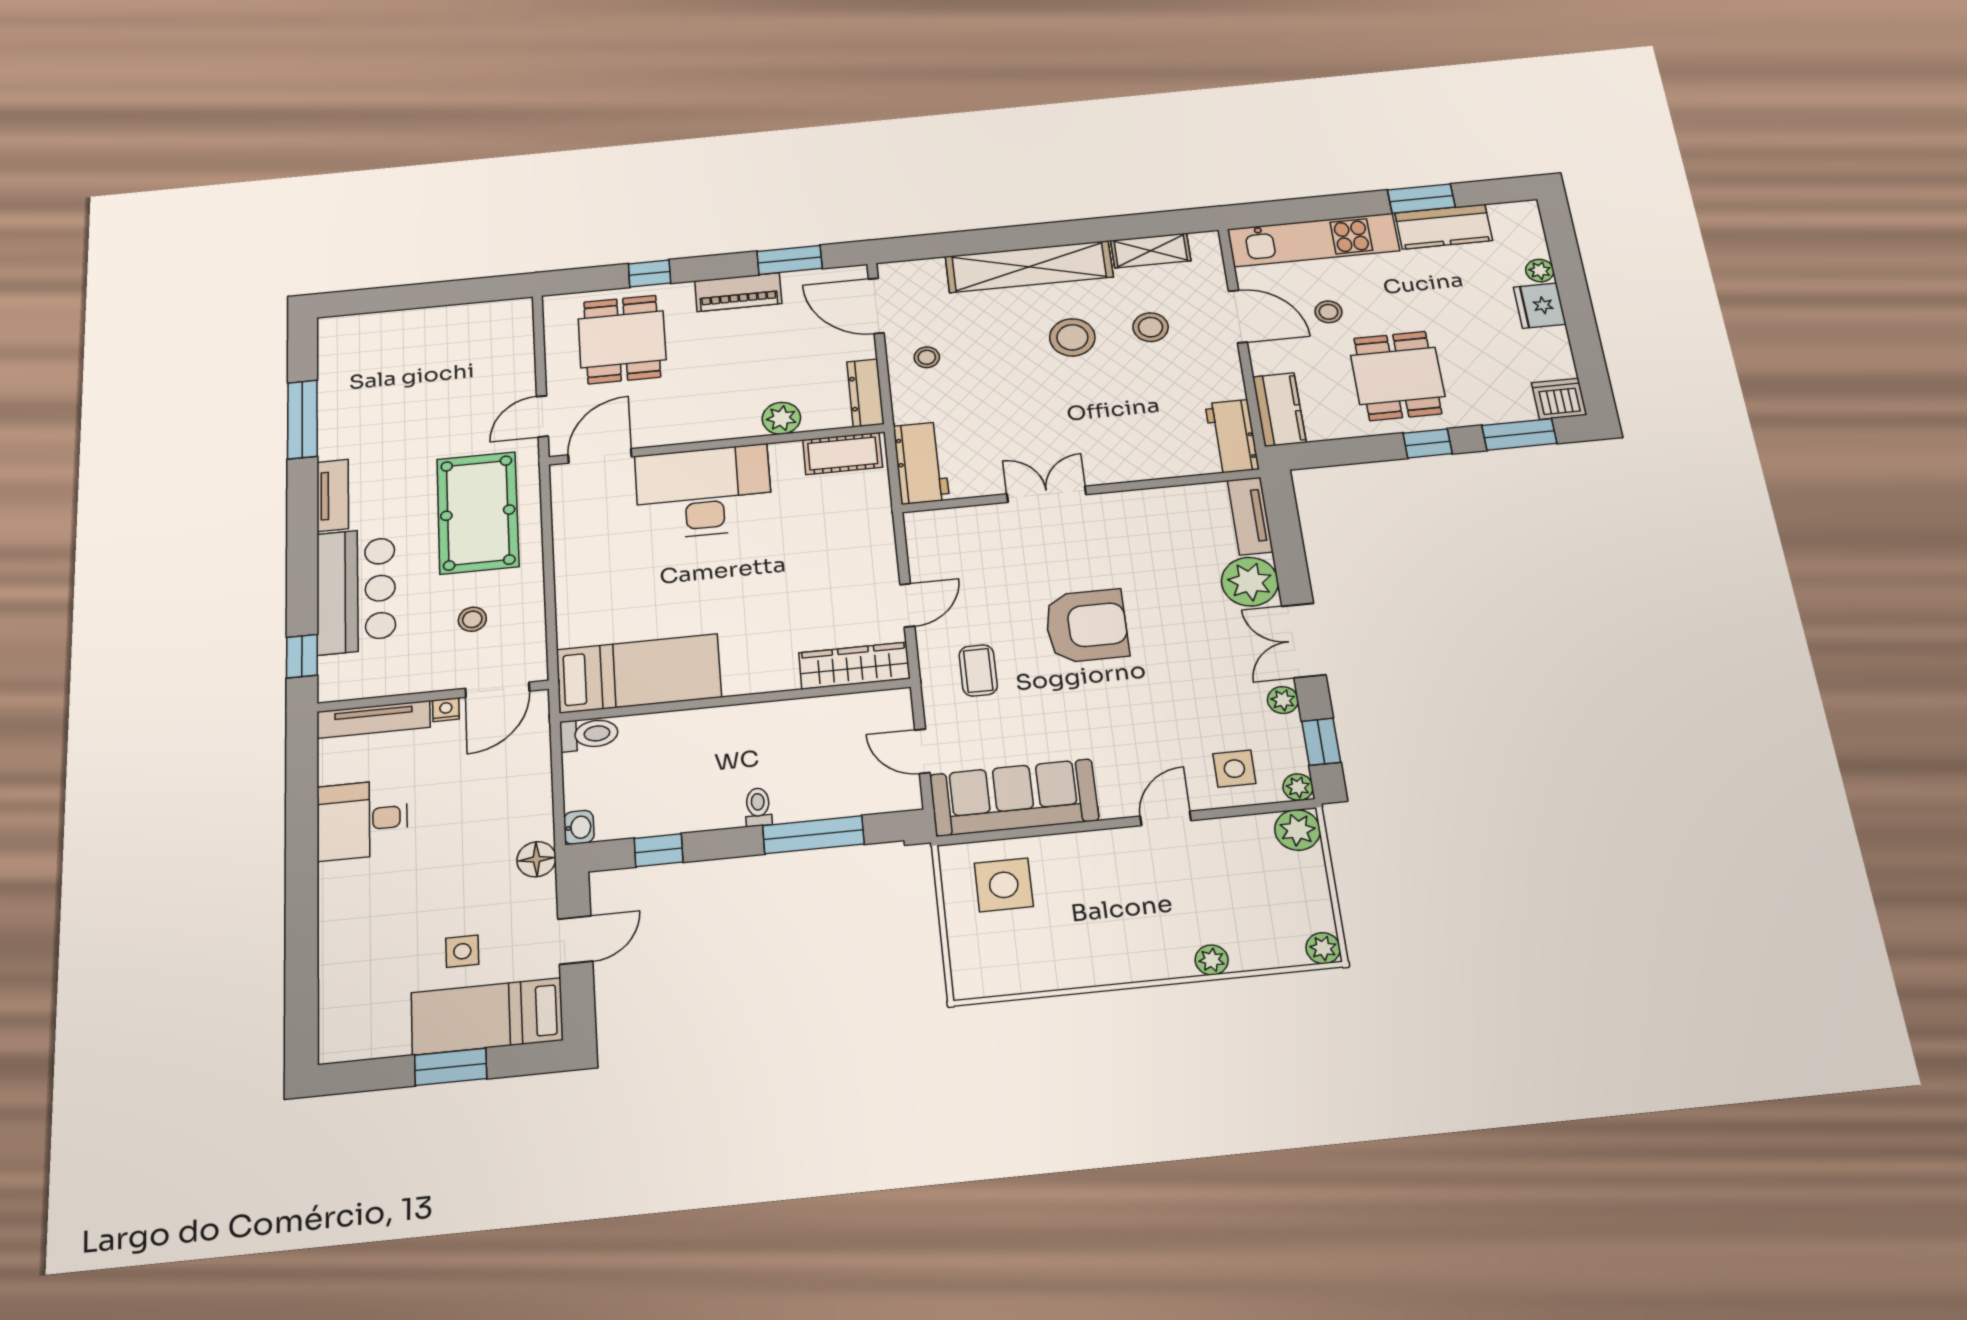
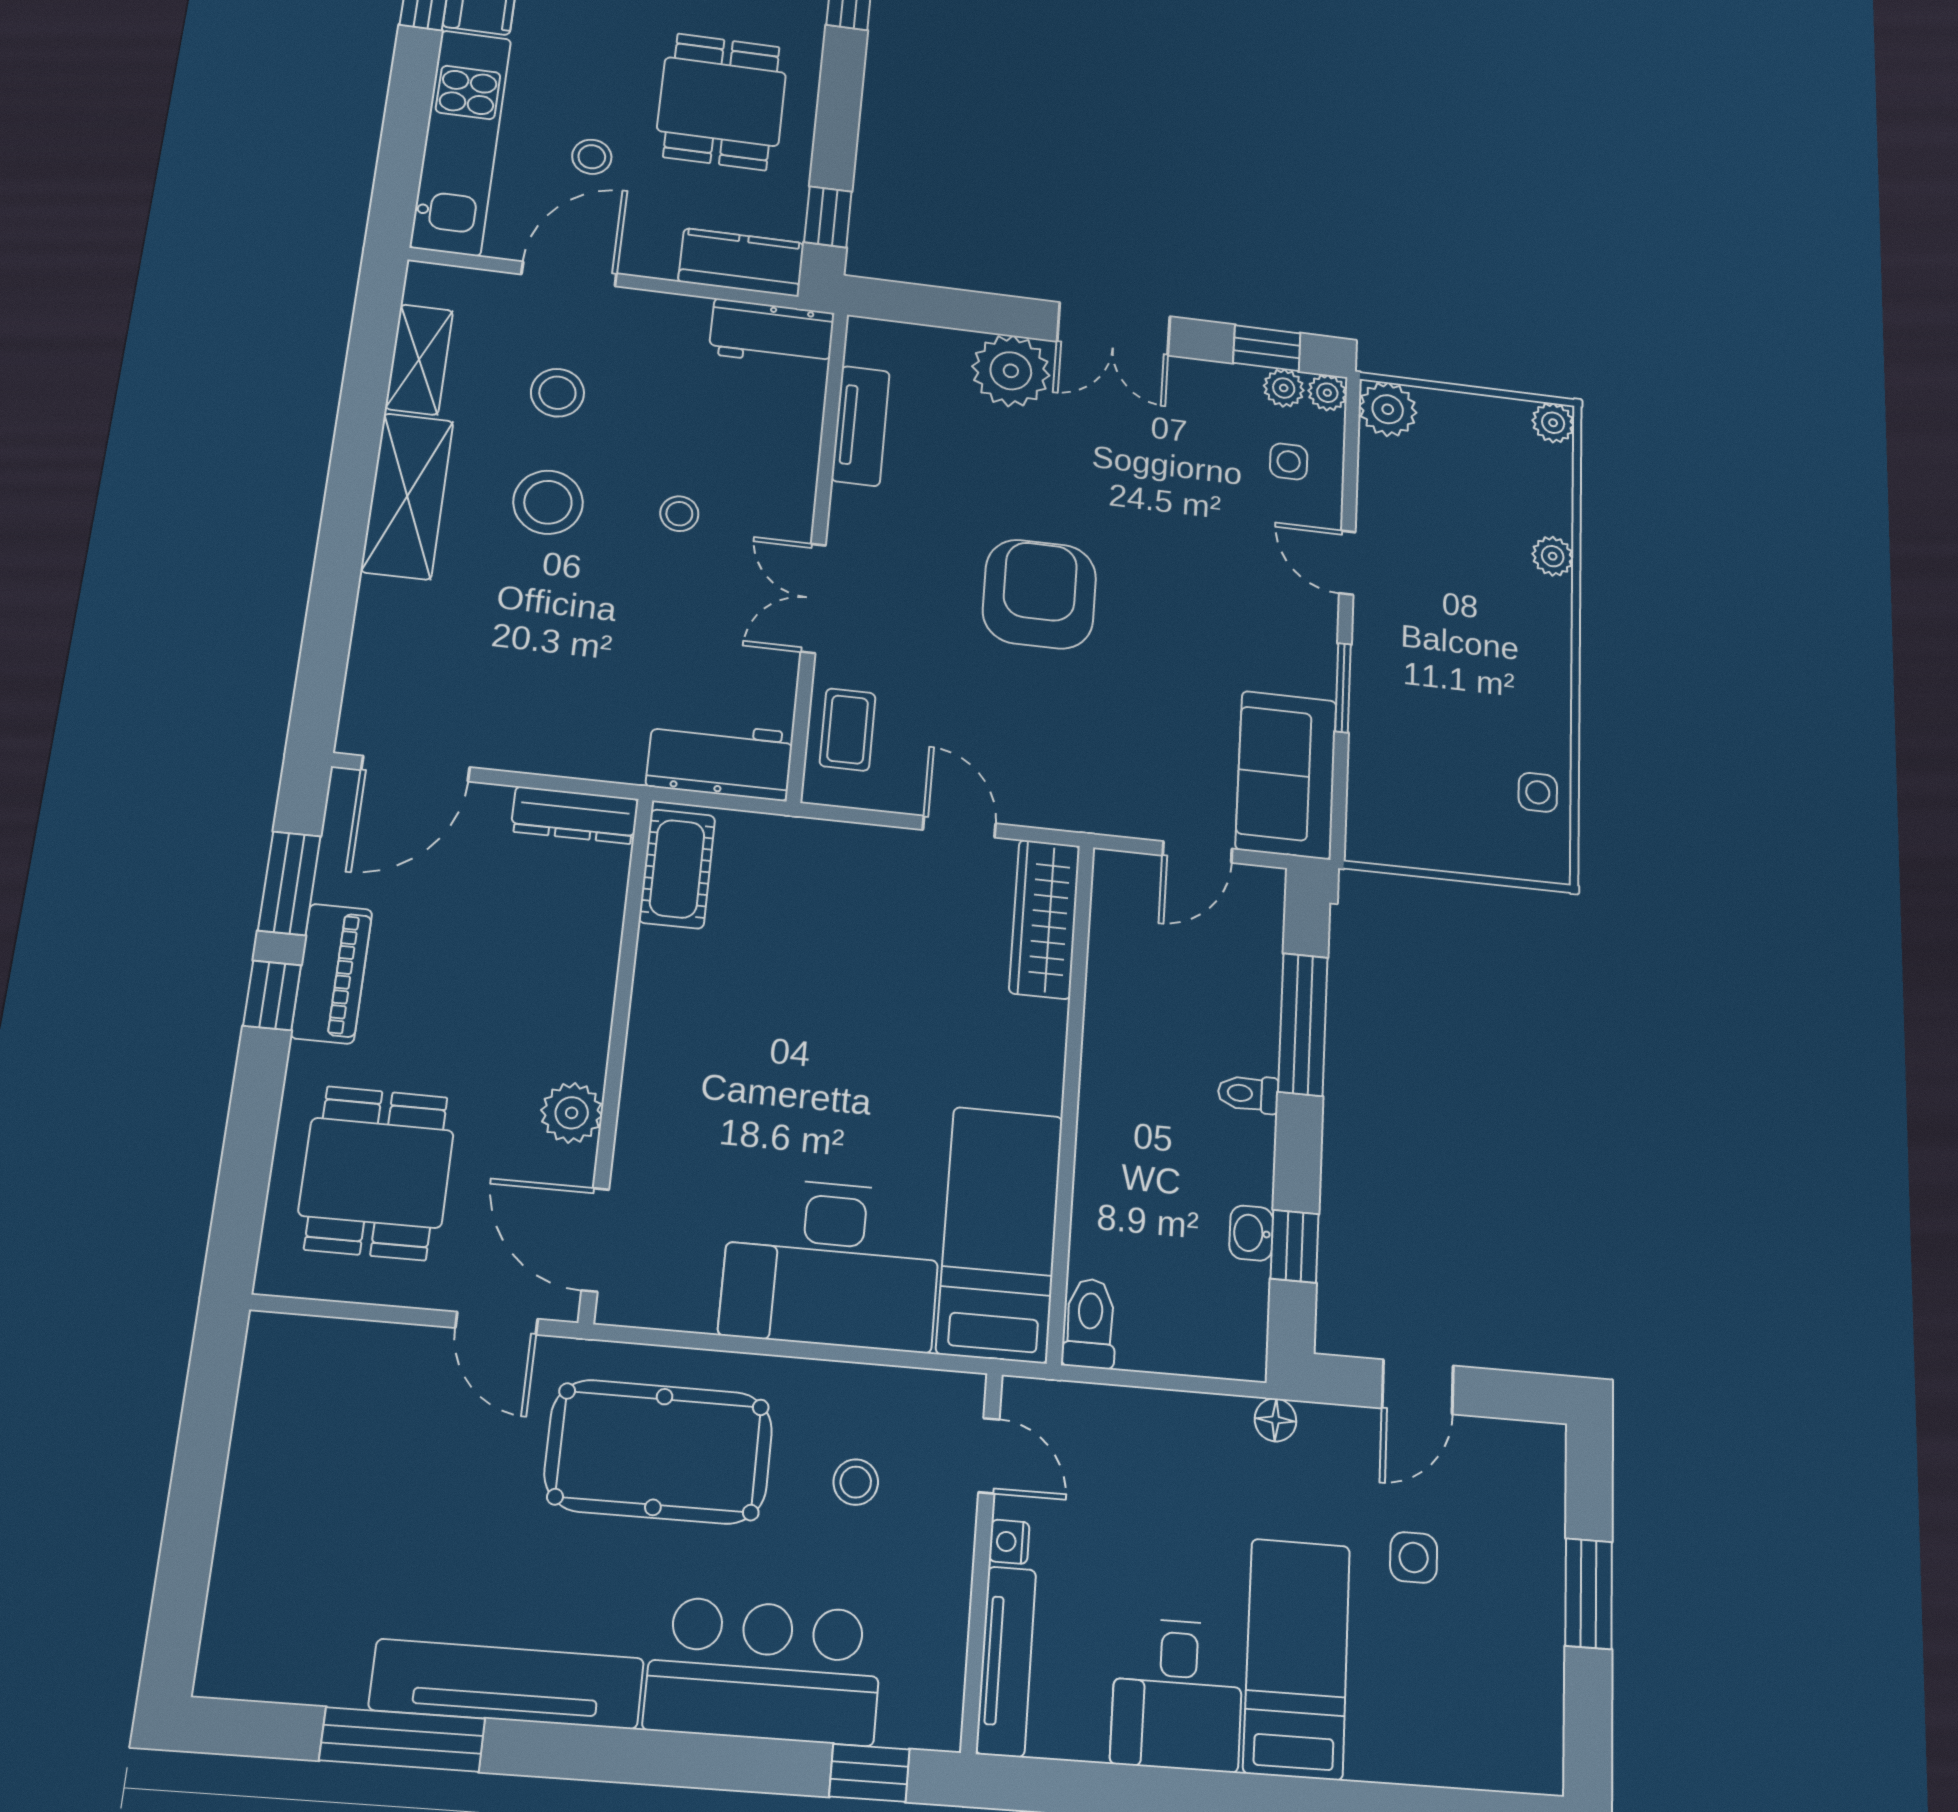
shelving: (1029, 267) -> (407, 496), width x0.68
window: (650, 274) -> (272, 995), moved
dining table: (622, 339) -> (376, 1173), turned 90
stool: (927, 357) -> (679, 514), moved
dining table: (1398, 376) -> (722, 102), turned 90
plant: (781, 418) -> (572, 1113), moved
window: (1428, 443) -> (828, 217), moved
desk: (704, 492) -> (832, 1264), moved, turned -90
tv unit: (333, 495) -> (507, 1684), width x1.92, depth x1.29
tv unit: (1250, 516) -> (861, 426), moved, turned -90
coffee table: (978, 670) -> (848, 730), moved, turned 90
door: (497, 690) -> (989, 1456), width x0.73
plant: (1283, 700) -> (1284, 388), moved
side table: (1234, 769) -> (1289, 461), width x0.73, depth x0.73
sofa: (1014, 798) -> (1286, 775), width x0.73
washbasin: (579, 827) -> (1251, 1233), moved, turned -90
window: (1068, 828) -> (1343, 688), added
floor lamp: (536, 859) -> (1275, 1420), width x0.73, depth x0.73
side table: (1004, 885) -> (1538, 792), moved, width x0.54, depth x0.54
door: (575, 940) -> (1418, 1387), swing flipped
bed: (487, 1016) -> (1297, 1658), moved, turned 180

